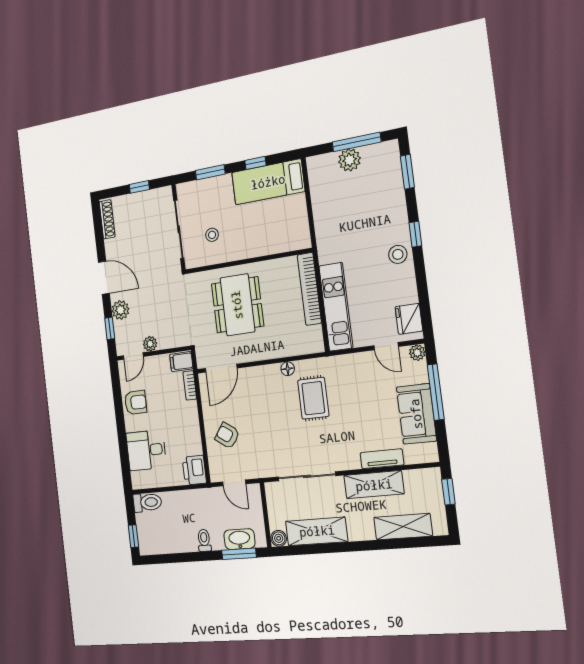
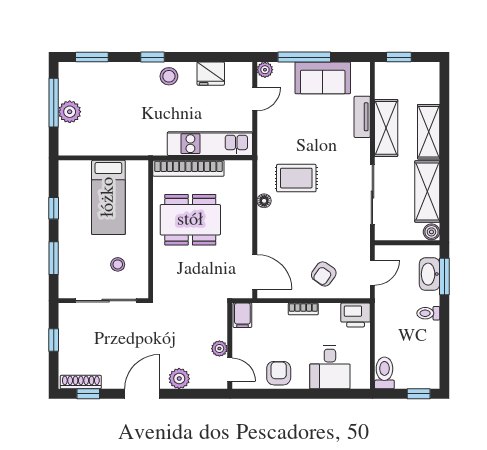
bed: (268, 182) -> (108, 197), moved
dining table: (237, 305) -> (190, 220), moved
fridge: (409, 319) -> (211, 74), moved
window: (110, 328) -> (88, 394), moved
bookcase: (190, 385) -> (303, 309), moved
shelving: (403, 527) -> (429, 132), moved

